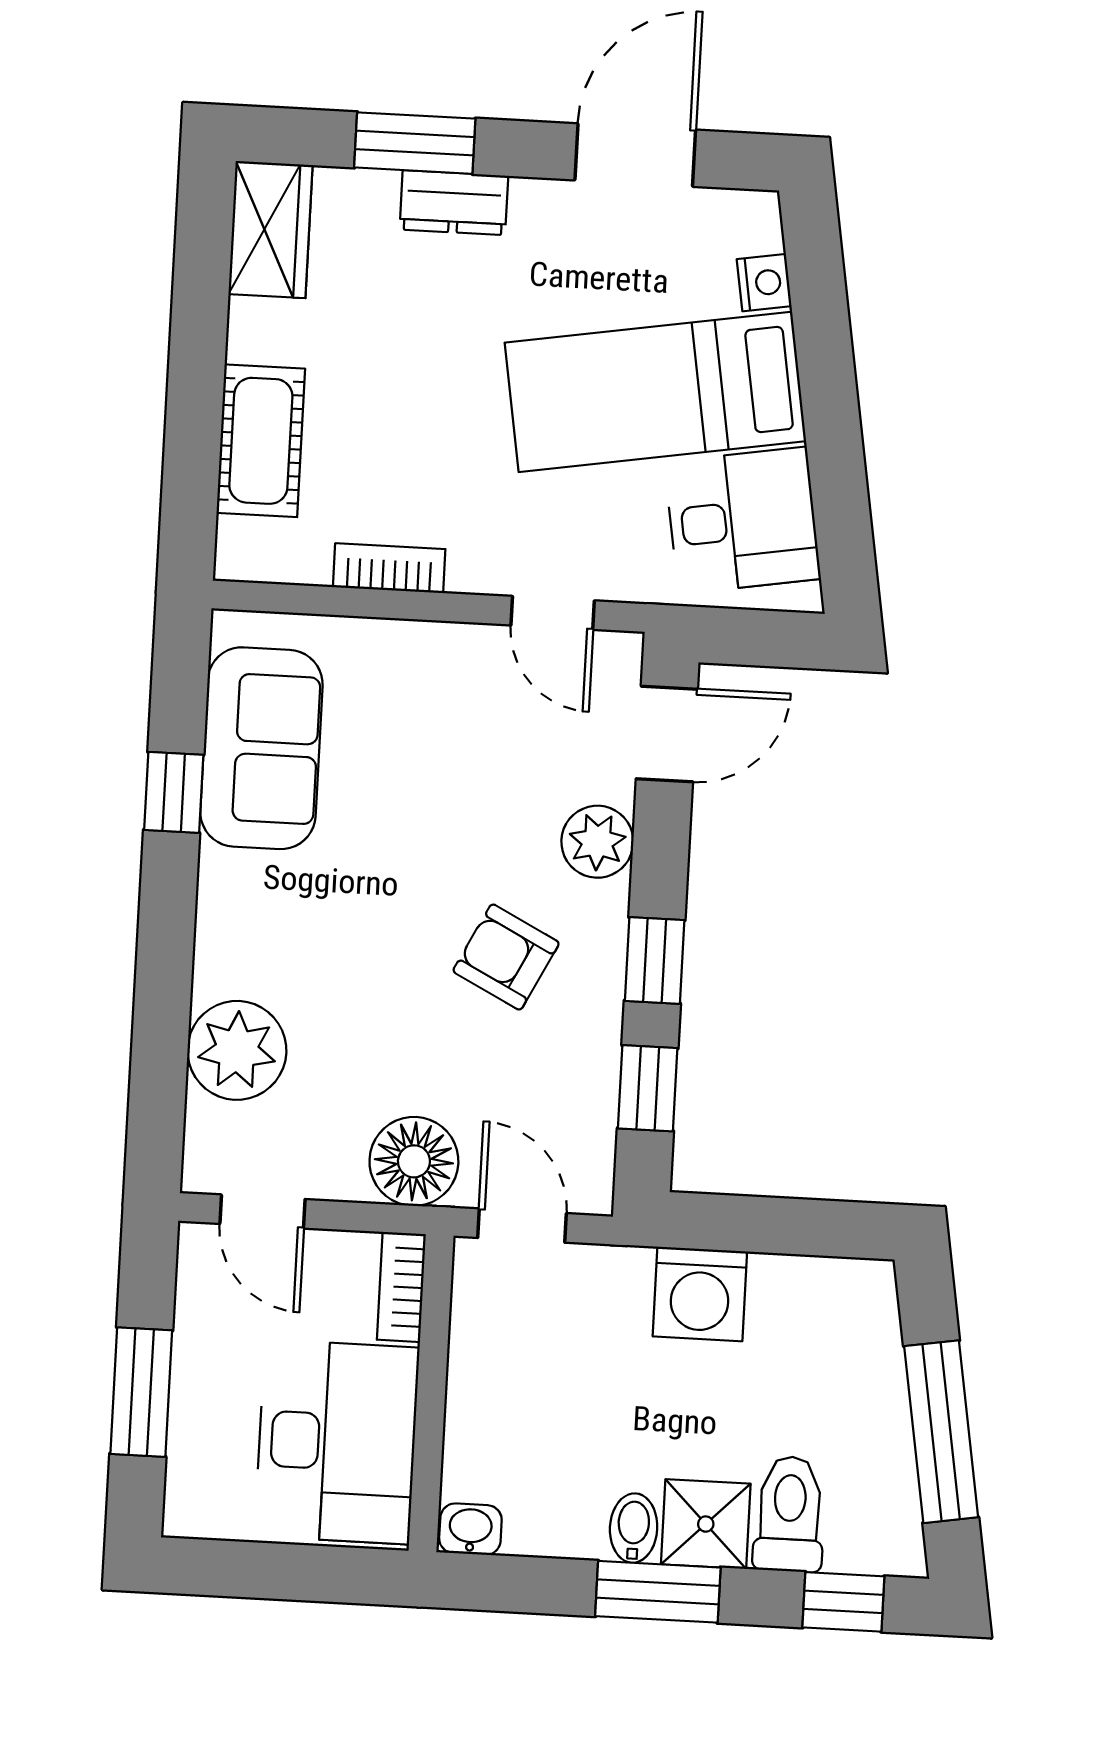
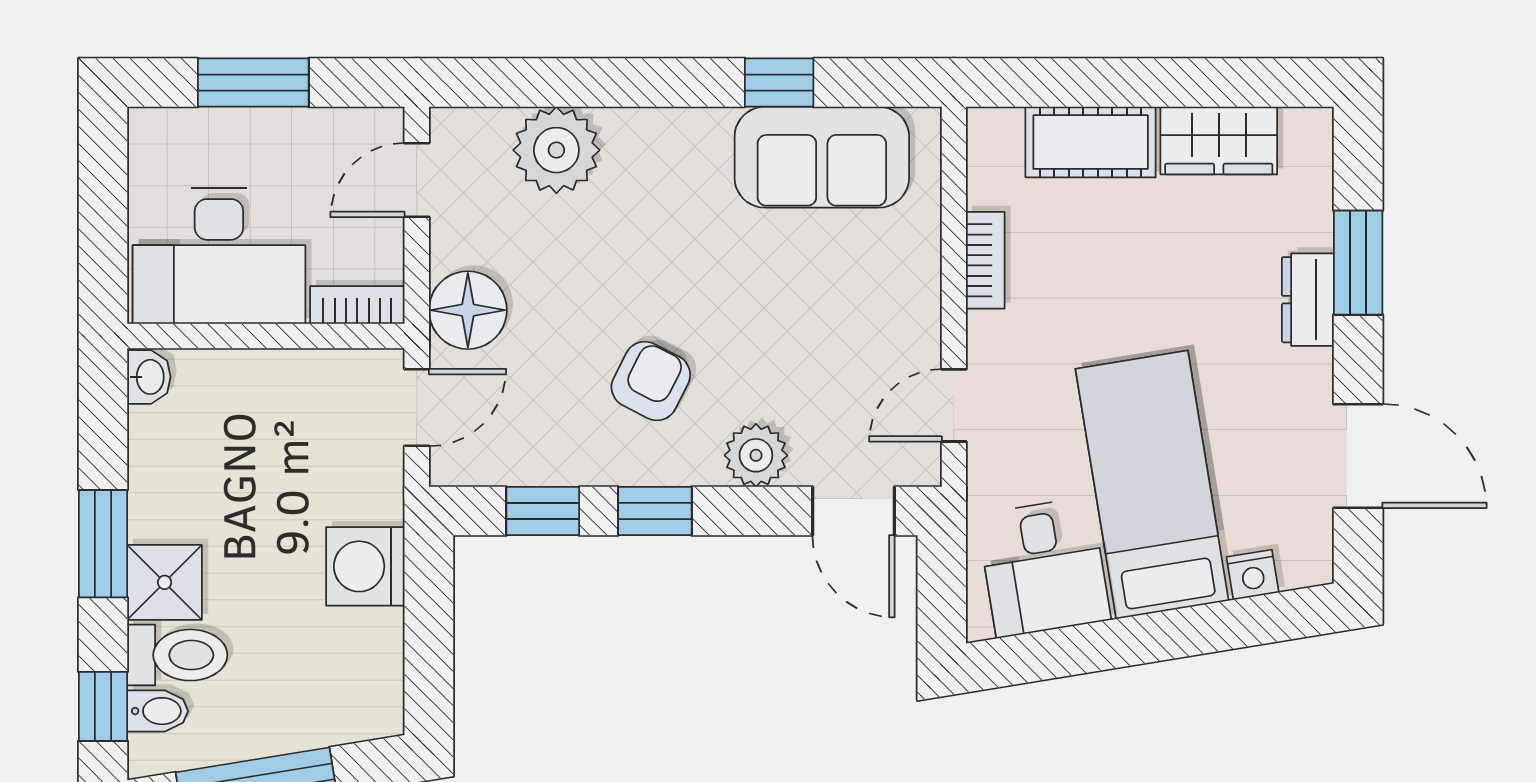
wardrobe: (270, 230) -> (1219, 141), moved
bidet: (634, 1528) -> (158, 711), moved

